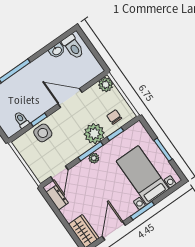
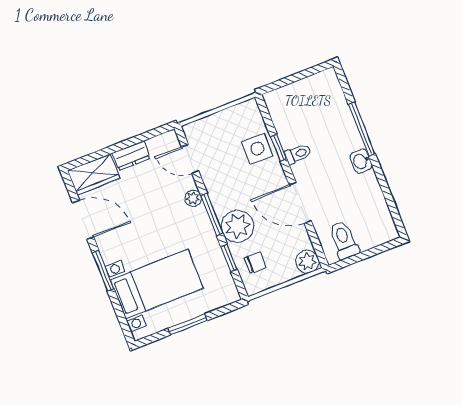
toilet: (73, 47) -> (344, 240), moved, turned 90
washbasin: (57, 51) -> (361, 161), moved
door: (70, 98) -> (300, 203), swing flipped
toilet: (21, 120) -> (298, 154), moved
plant: (94, 158) -> (193, 198), moved
dresser: (57, 198) -> (131, 156), moved

